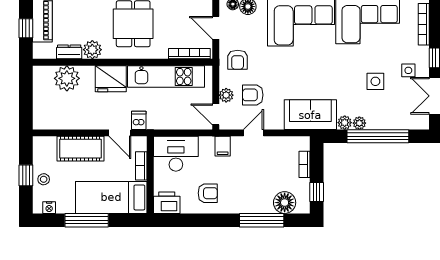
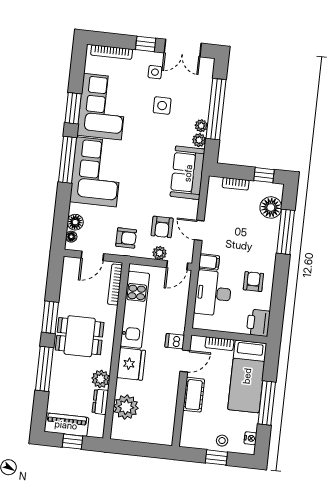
cot: (80, 149) -> (194, 395), width x0.73, depth x0.75
desk: (176, 154) -> (213, 293), moved

